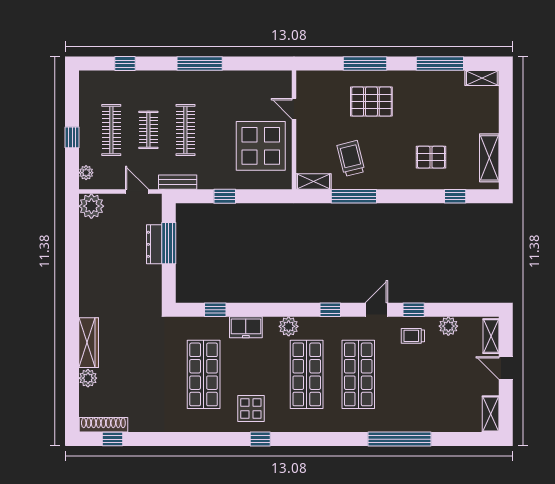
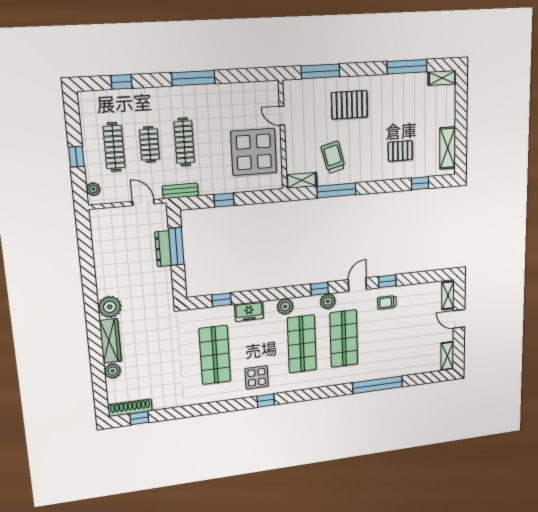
window: (365, 64) -> (320, 71), moved
plant: (91, 206) -> (110, 307), moved
plant: (448, 326) -> (328, 301), moved

